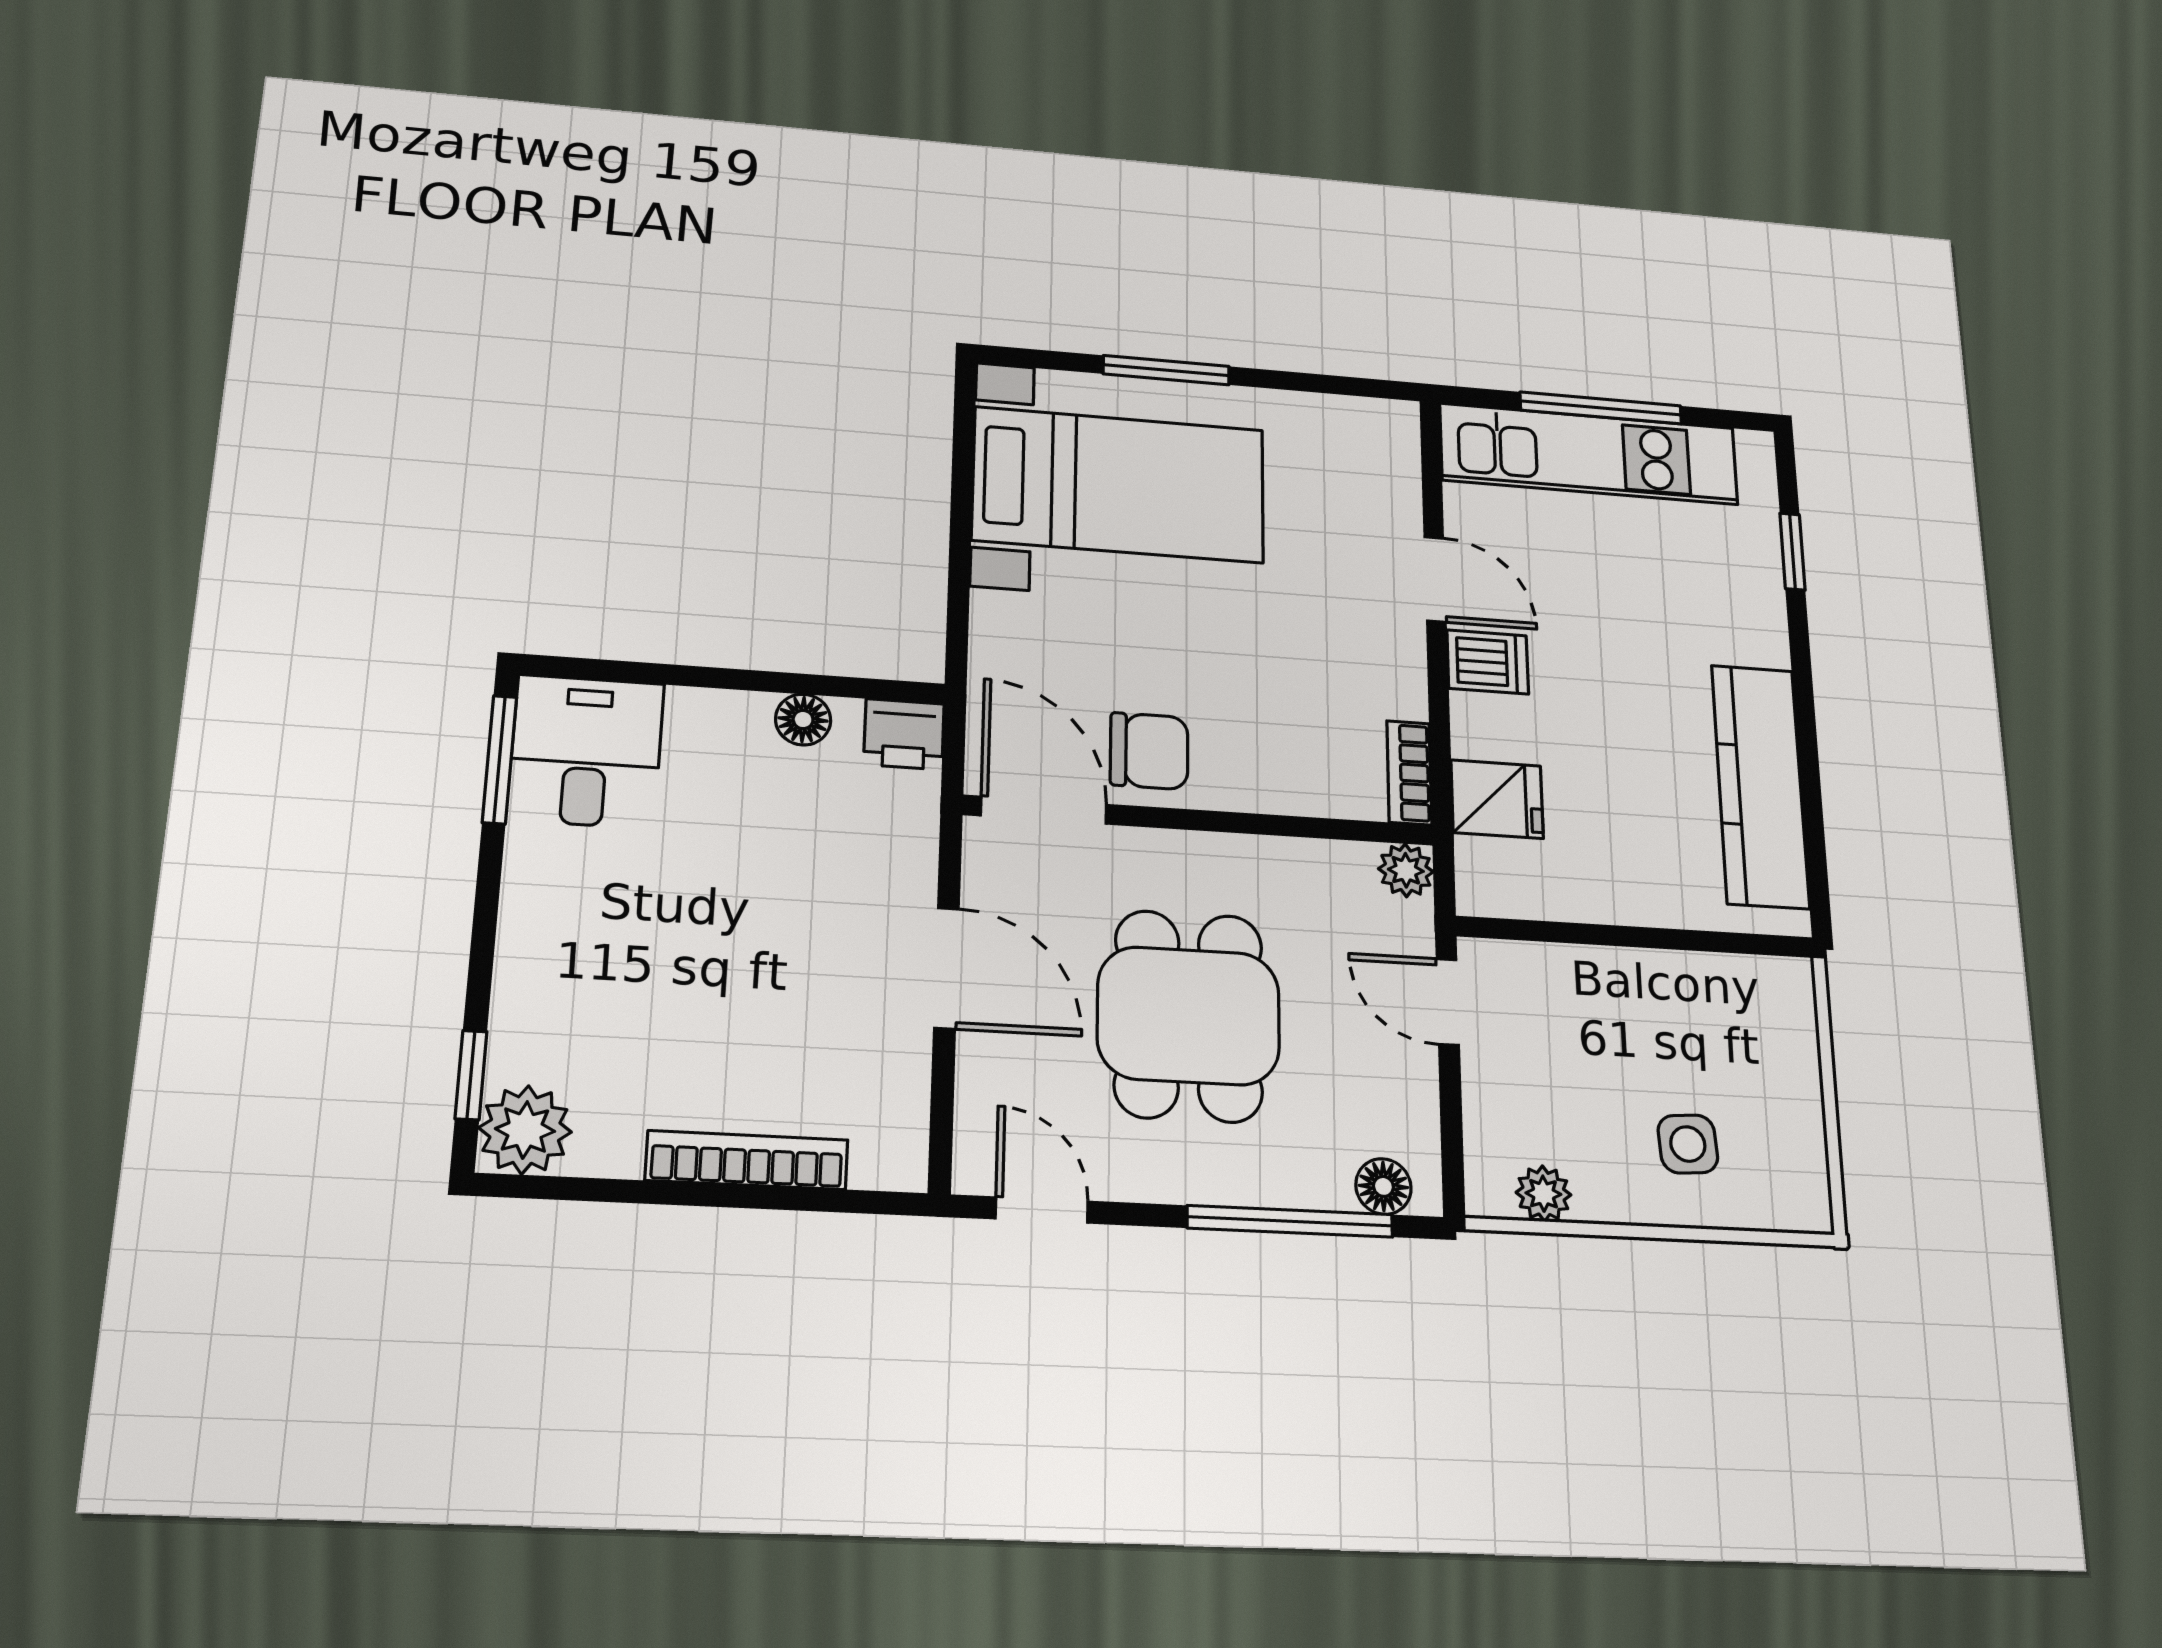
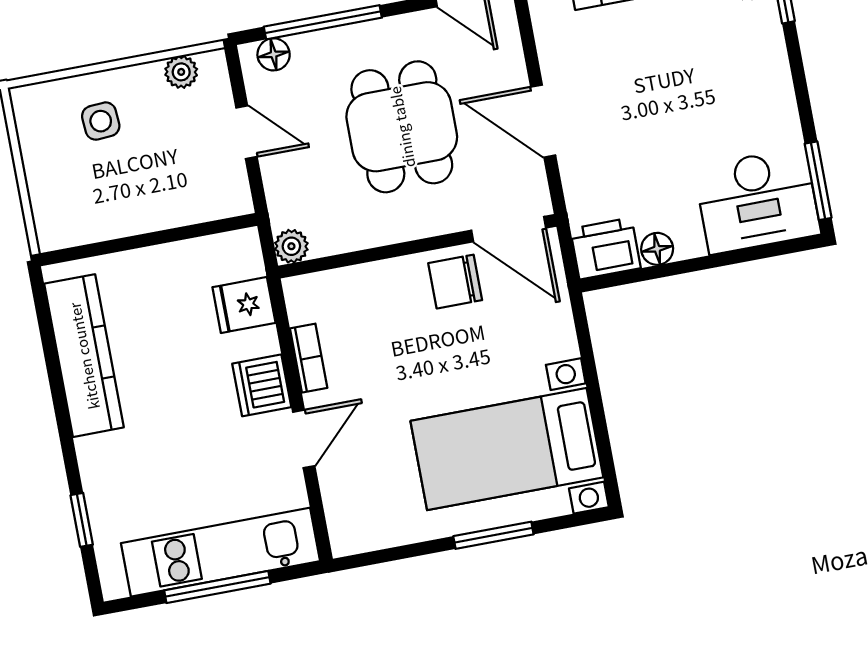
door: (1435, 579) -> (304, 439), swing flipped
dishwasher: (1488, 662) -> (262, 385), width x1.38
printer: (904, 734) -> (605, 248), width x1.36, depth x1.24
desk: (586, 751) -> (757, 201), width x1.37
bookcase: (1409, 773) -> (309, 358), moved
door: (1448, 1002) -> (246, 132), moved

